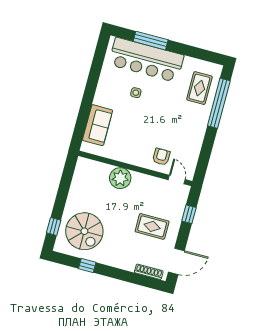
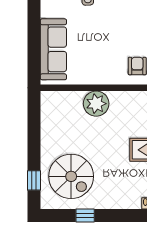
sofa: (98, 125) -> (53, 49), width x1.36

